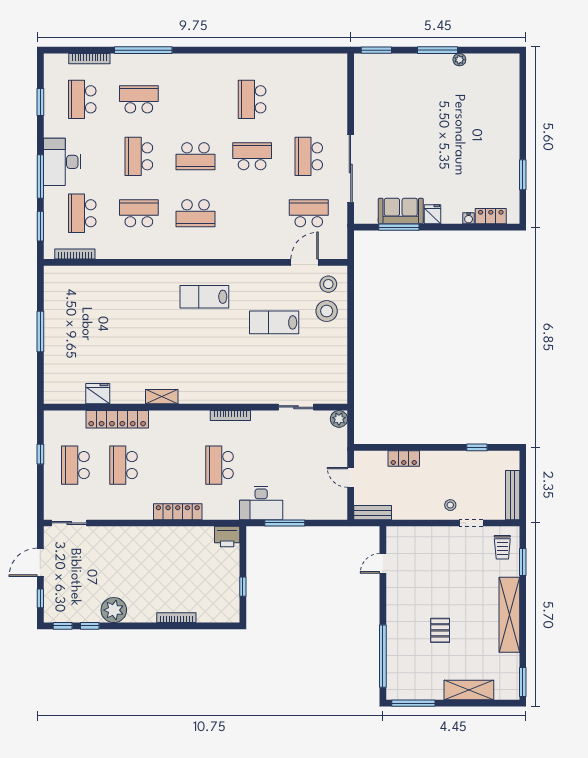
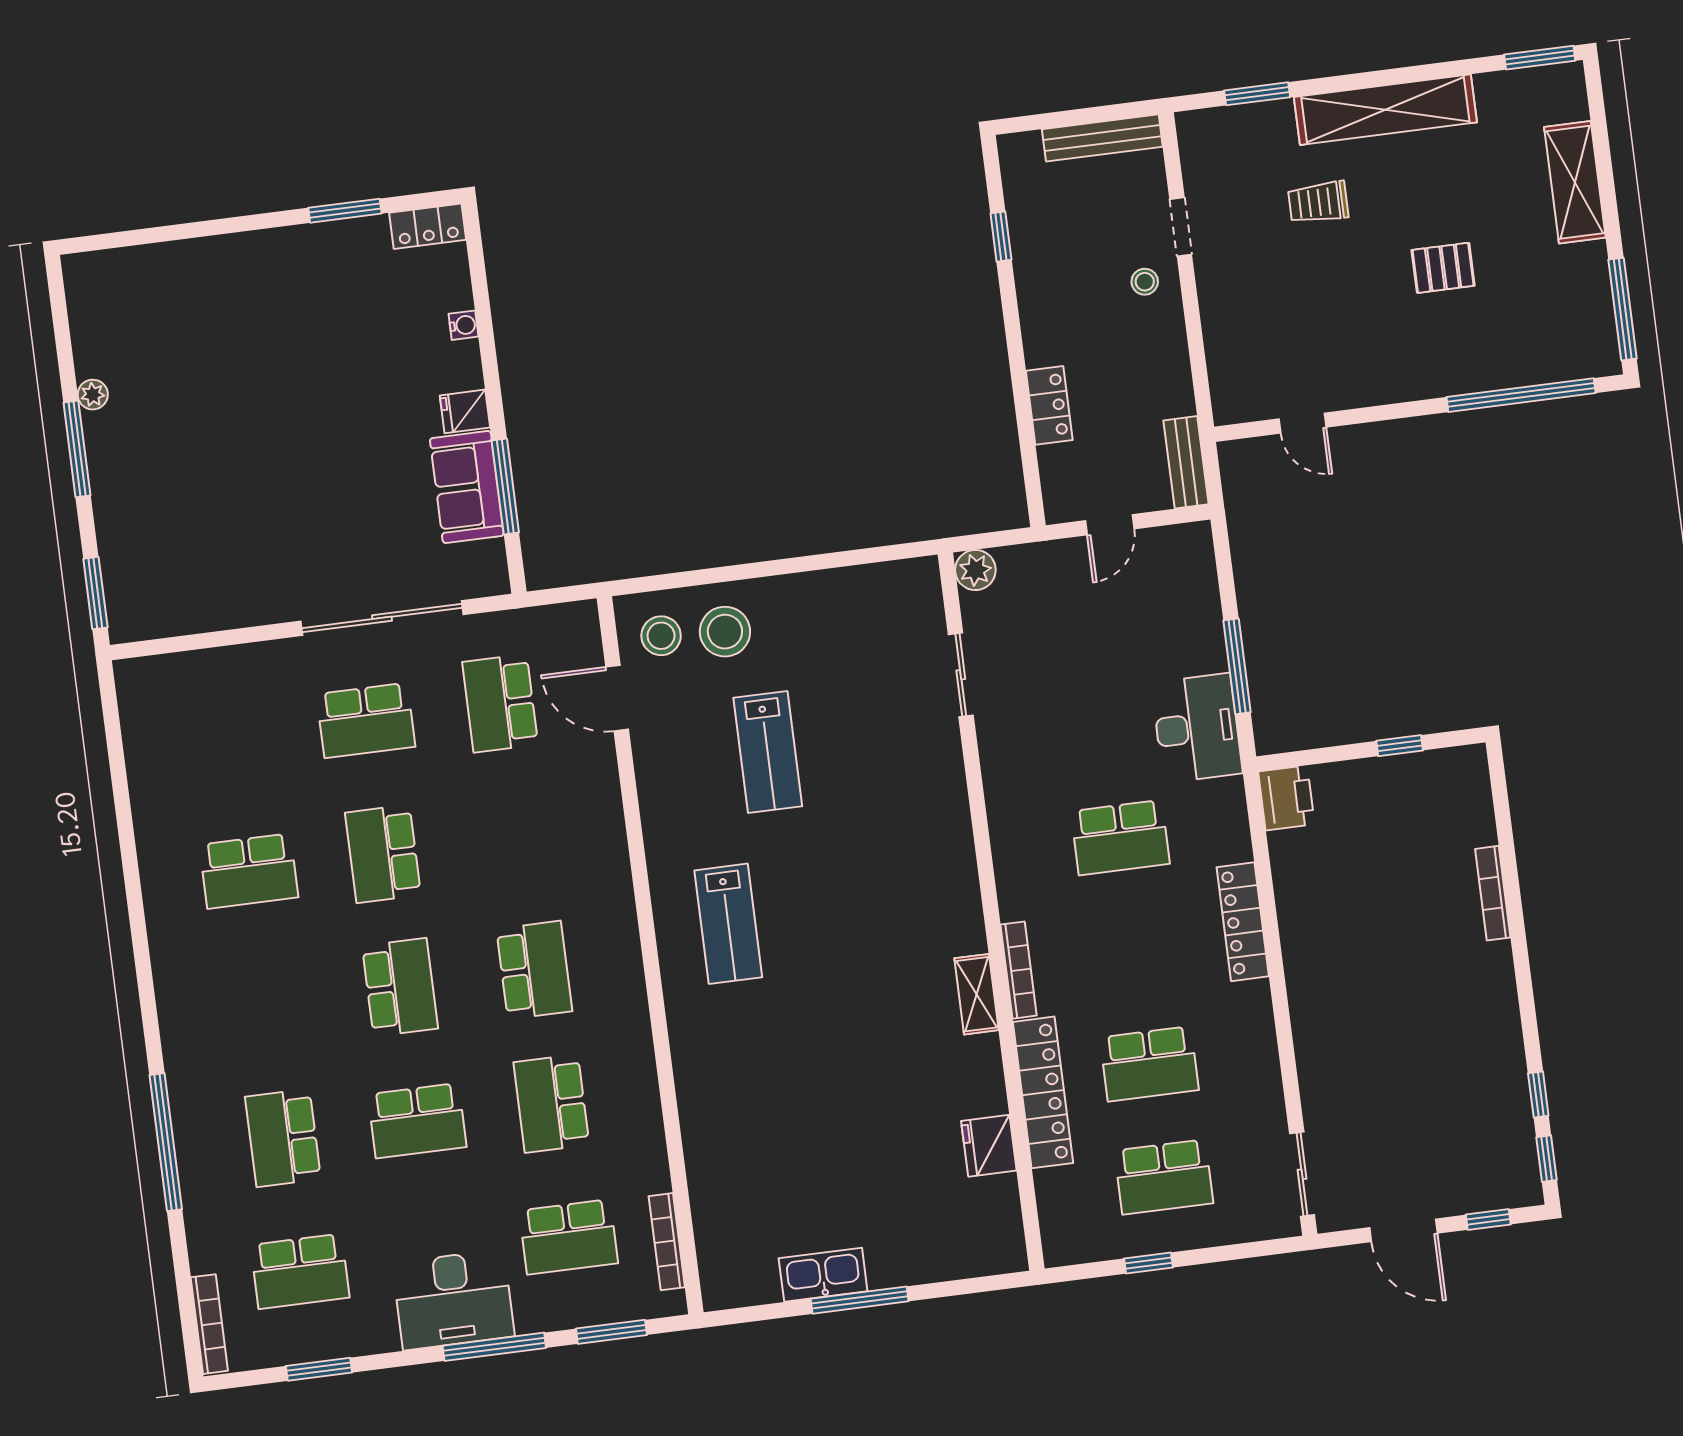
bookcase: (89, 59) -> (209, 1324), moved
locker: (491, 216) -> (428, 226), moved, turned -90
kitchen sink: (53, 318) -> (823, 1275), added
bookcase: (230, 416) -> (1019, 970), moved
trolley: (502, 547) -> (1318, 202), moved, turned 180
plant: (114, 610) -> (1494, 1043), removed

